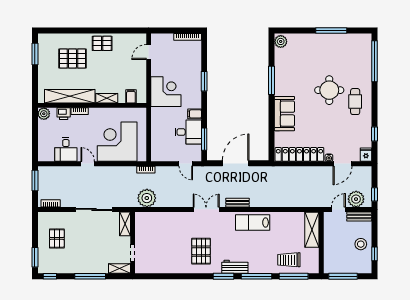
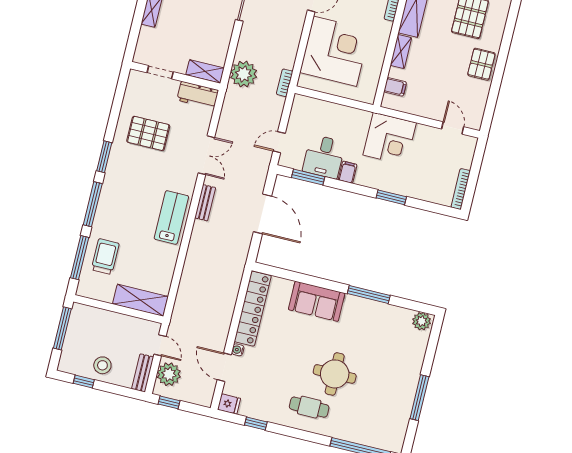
shelving: (125, 224) -> (205, 71), moved
wall: (133, 243) -> (175, 76), moved
doorway: (133, 253) -> (160, 72), moved
workbench: (235, 267) -> (198, 95), moved, turned 90

